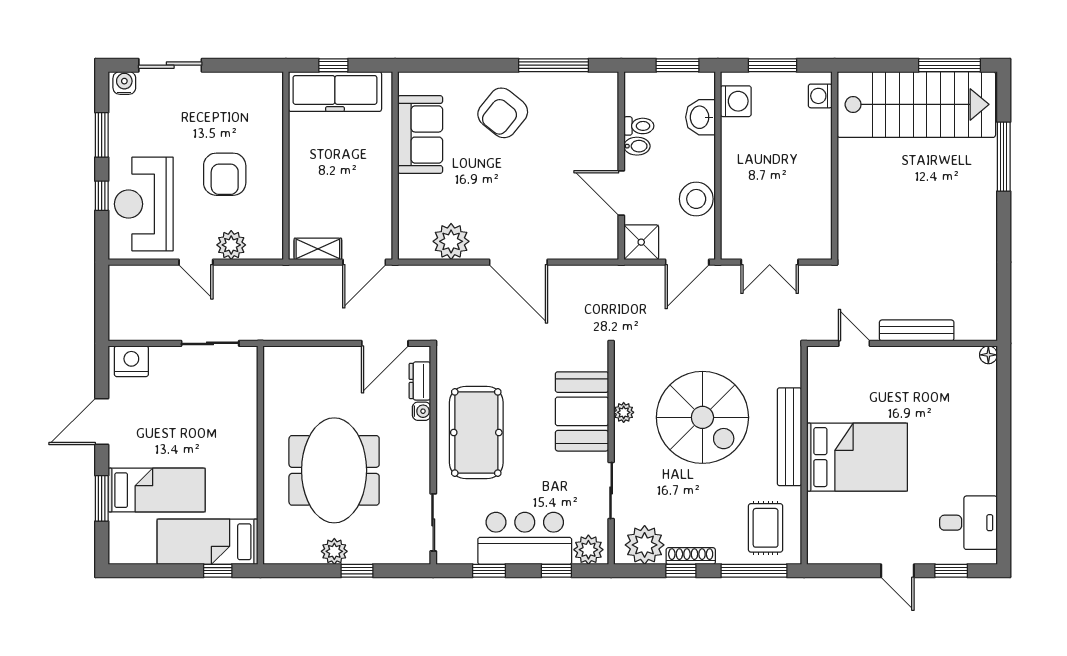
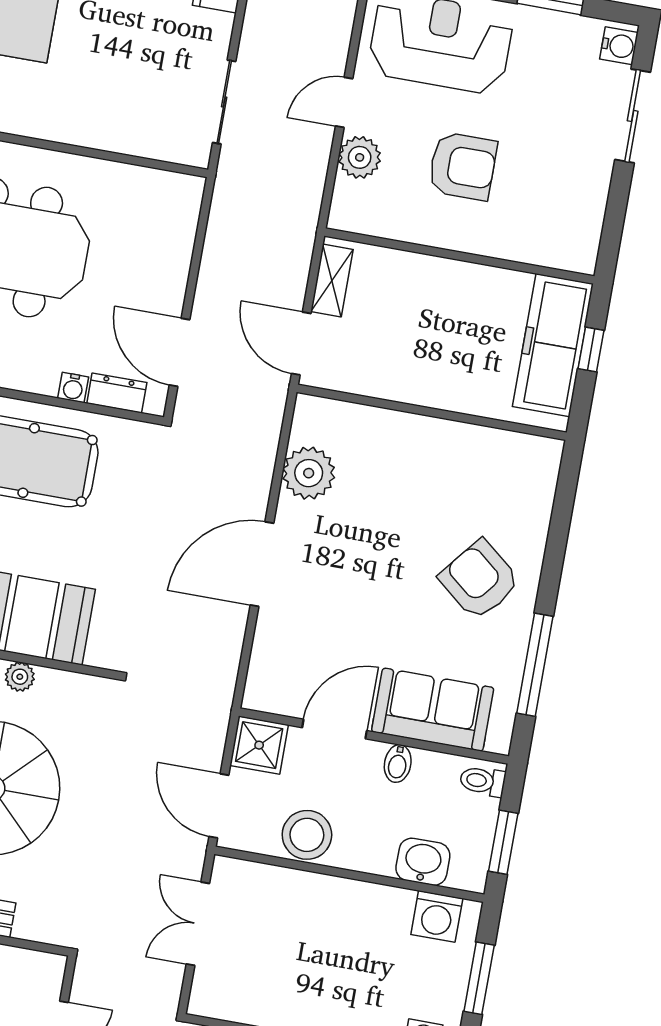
toilet: (639, 126) -> (483, 781), moved, turned 90
sofa: (420, 135) -> (433, 710), moved, turned 180
armchair: (225, 174) -> (463, 166), turned 180

